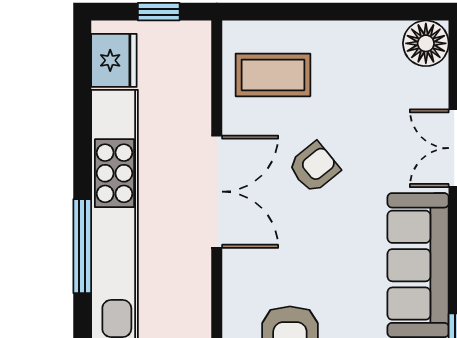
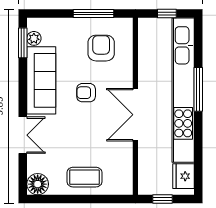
coffee table: (273, 75) -> (84, 177), moved
armchair: (314, 167) -> (86, 93), moved, turned 39

